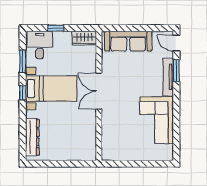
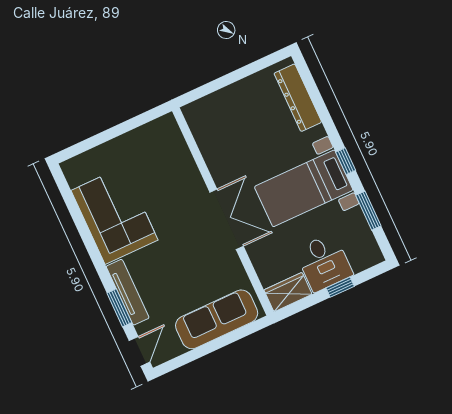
door: (176, 43) -> (139, 351), hinge flipped
desk: (40, 45) -> (324, 262), moved

